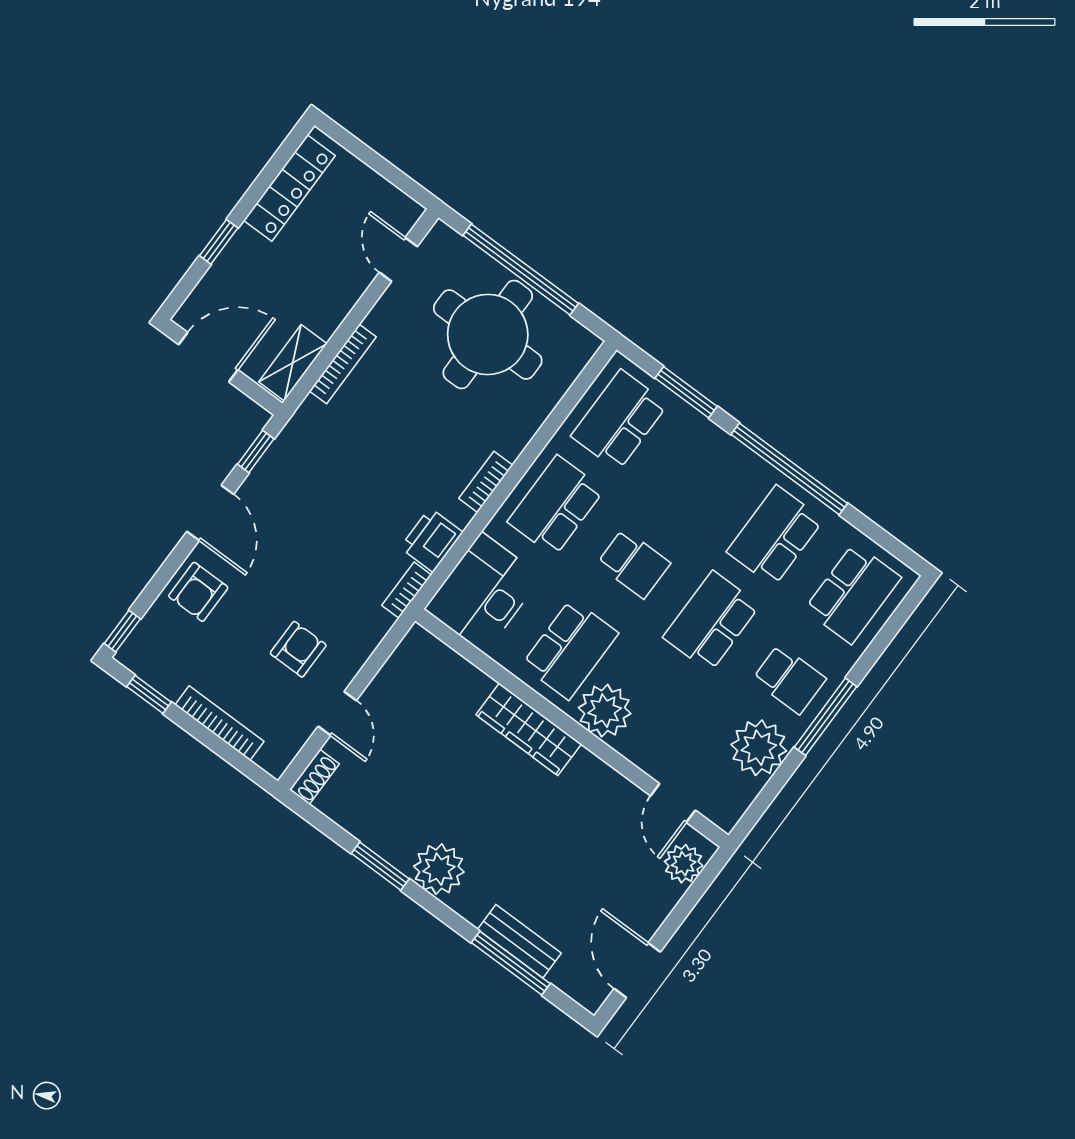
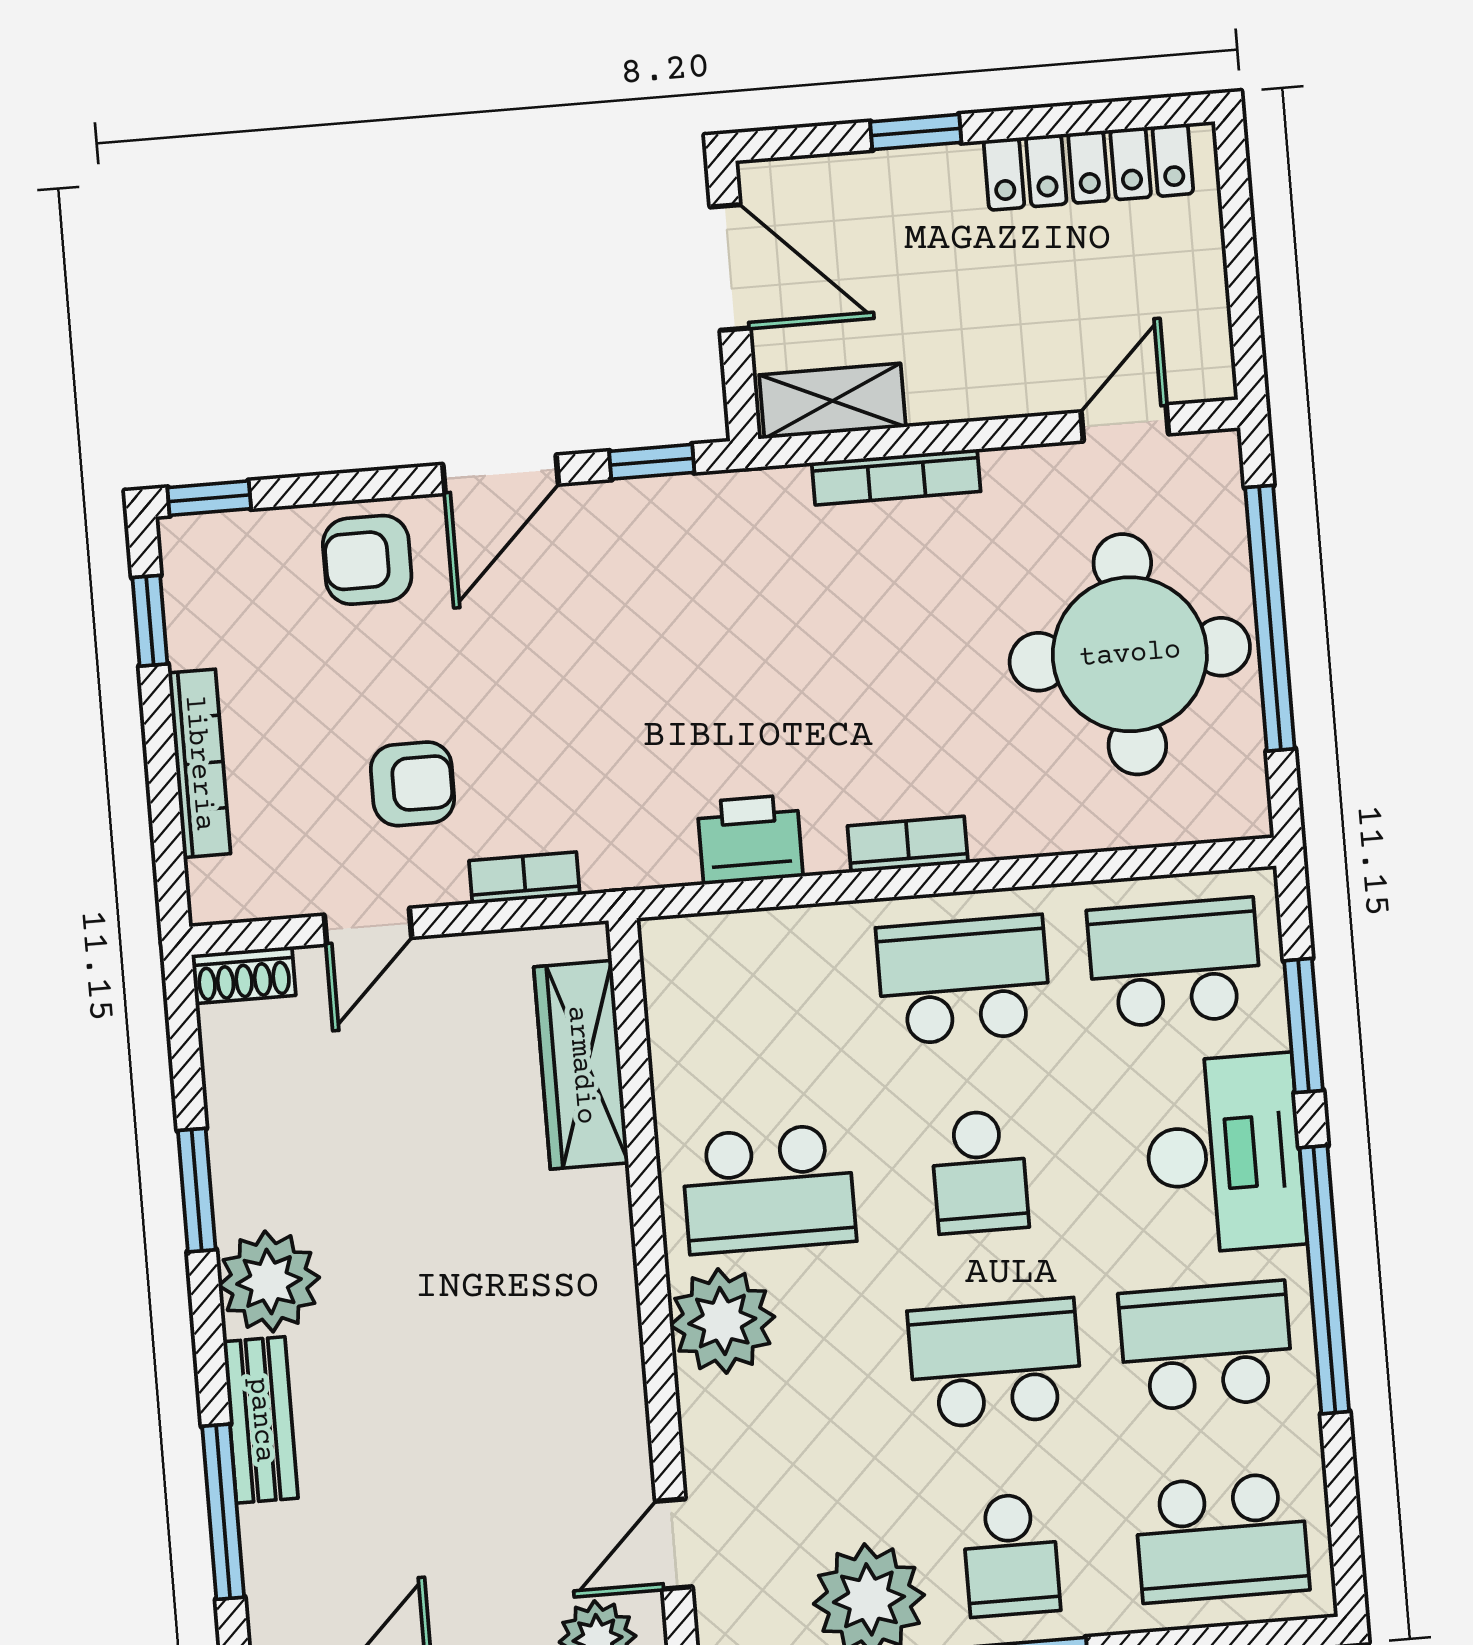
bookcase: (407, 590) -> (524, 878), moved
desk: (483, 593) -> (1224, 1154), moved, turned 90
wardrobe: (529, 729) -> (581, 1065), moved
bench: (519, 941) -> (261, 1420), moved

